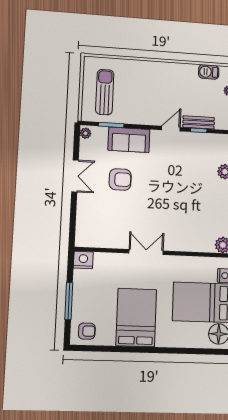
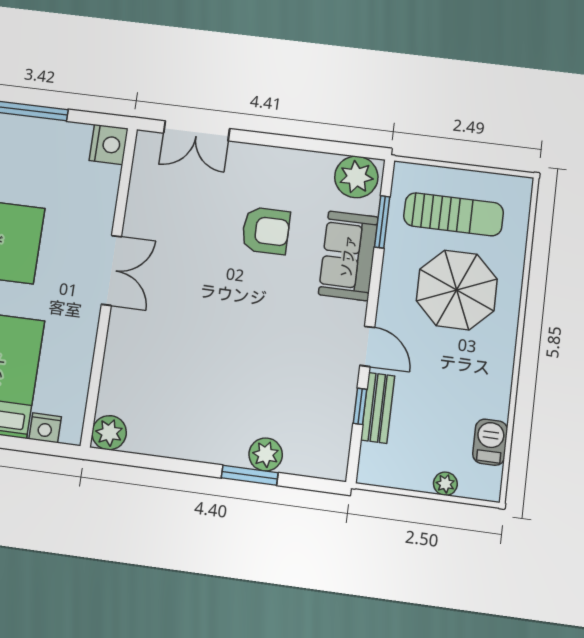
parasol: (141, 89) -> (457, 290), added
plant: (86, 133) -> (356, 177), width x1.88, depth x1.88
double door: (75, 176) -> (197, 131), moved
armchair: (120, 179) -> (266, 231), turned -90

